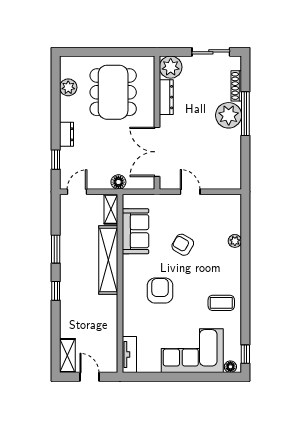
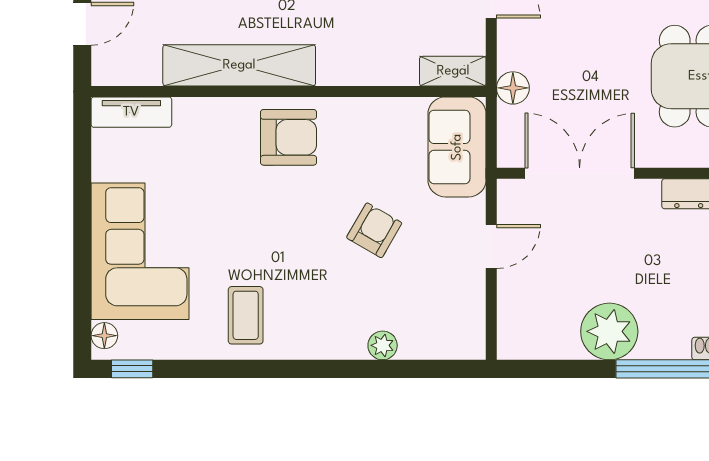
plant: (229, 115) -> (609, 331), moved
sofa: (136, 231) -> (457, 147), moved, turned 90
shelving: (108, 260) -> (239, 65), moved
armchair: (160, 291) -> (288, 137), moved

